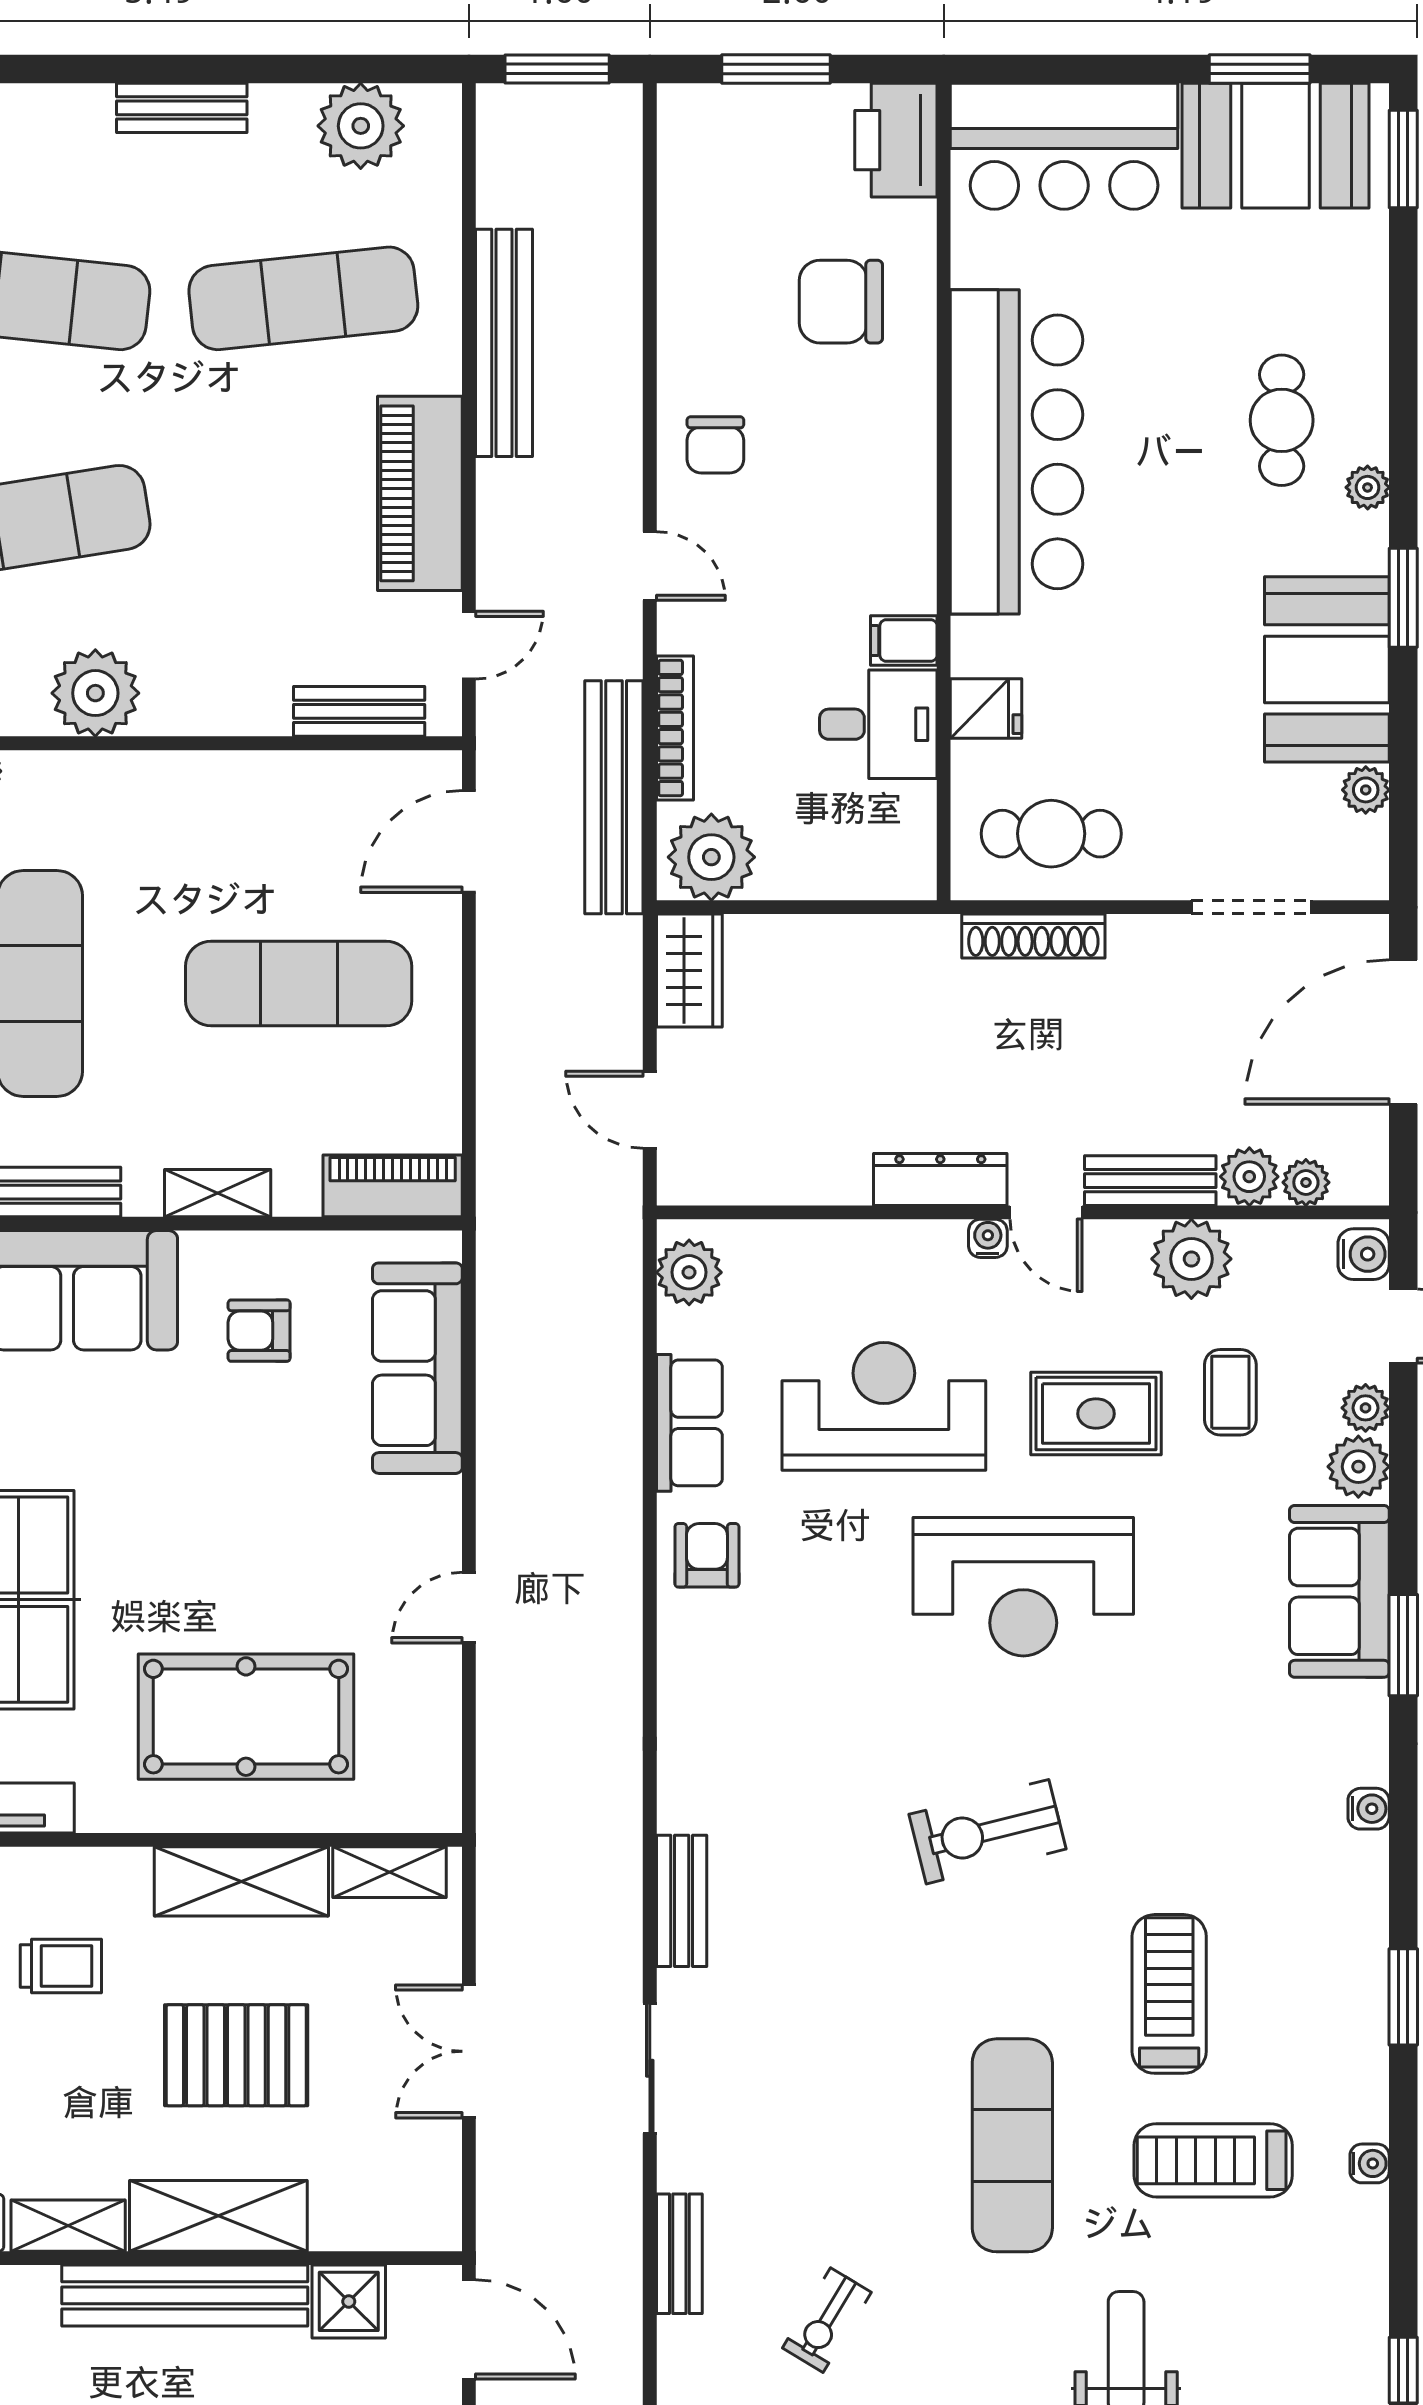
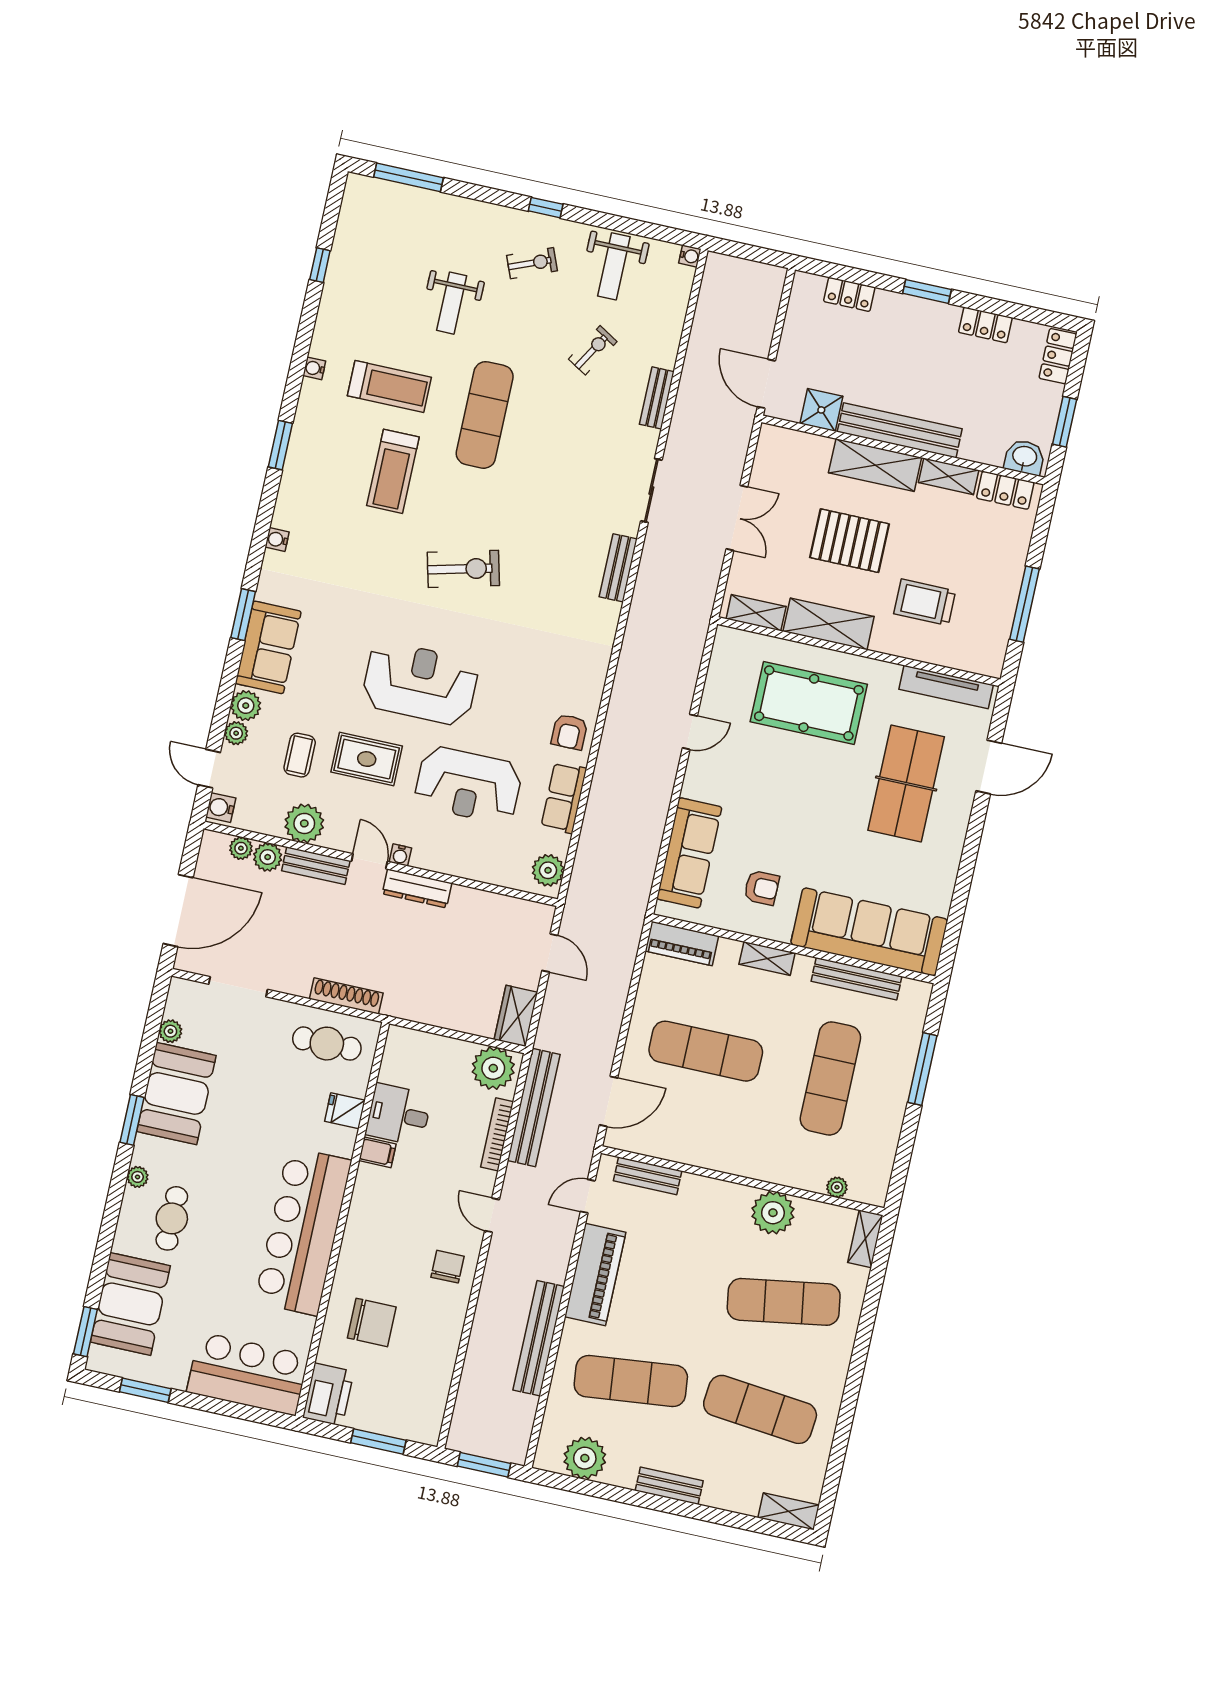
booth: (1276, 146) -> (130, 1304), moved, turned 90
trolley: (61, 1966) -> (925, 602), width x1.36, depth x1.39

